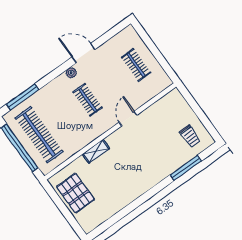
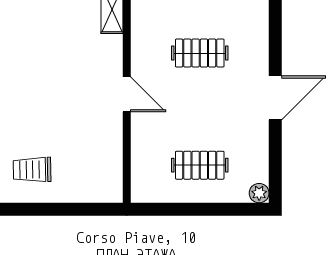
plant: (71, 73) -> (259, 193), moved

